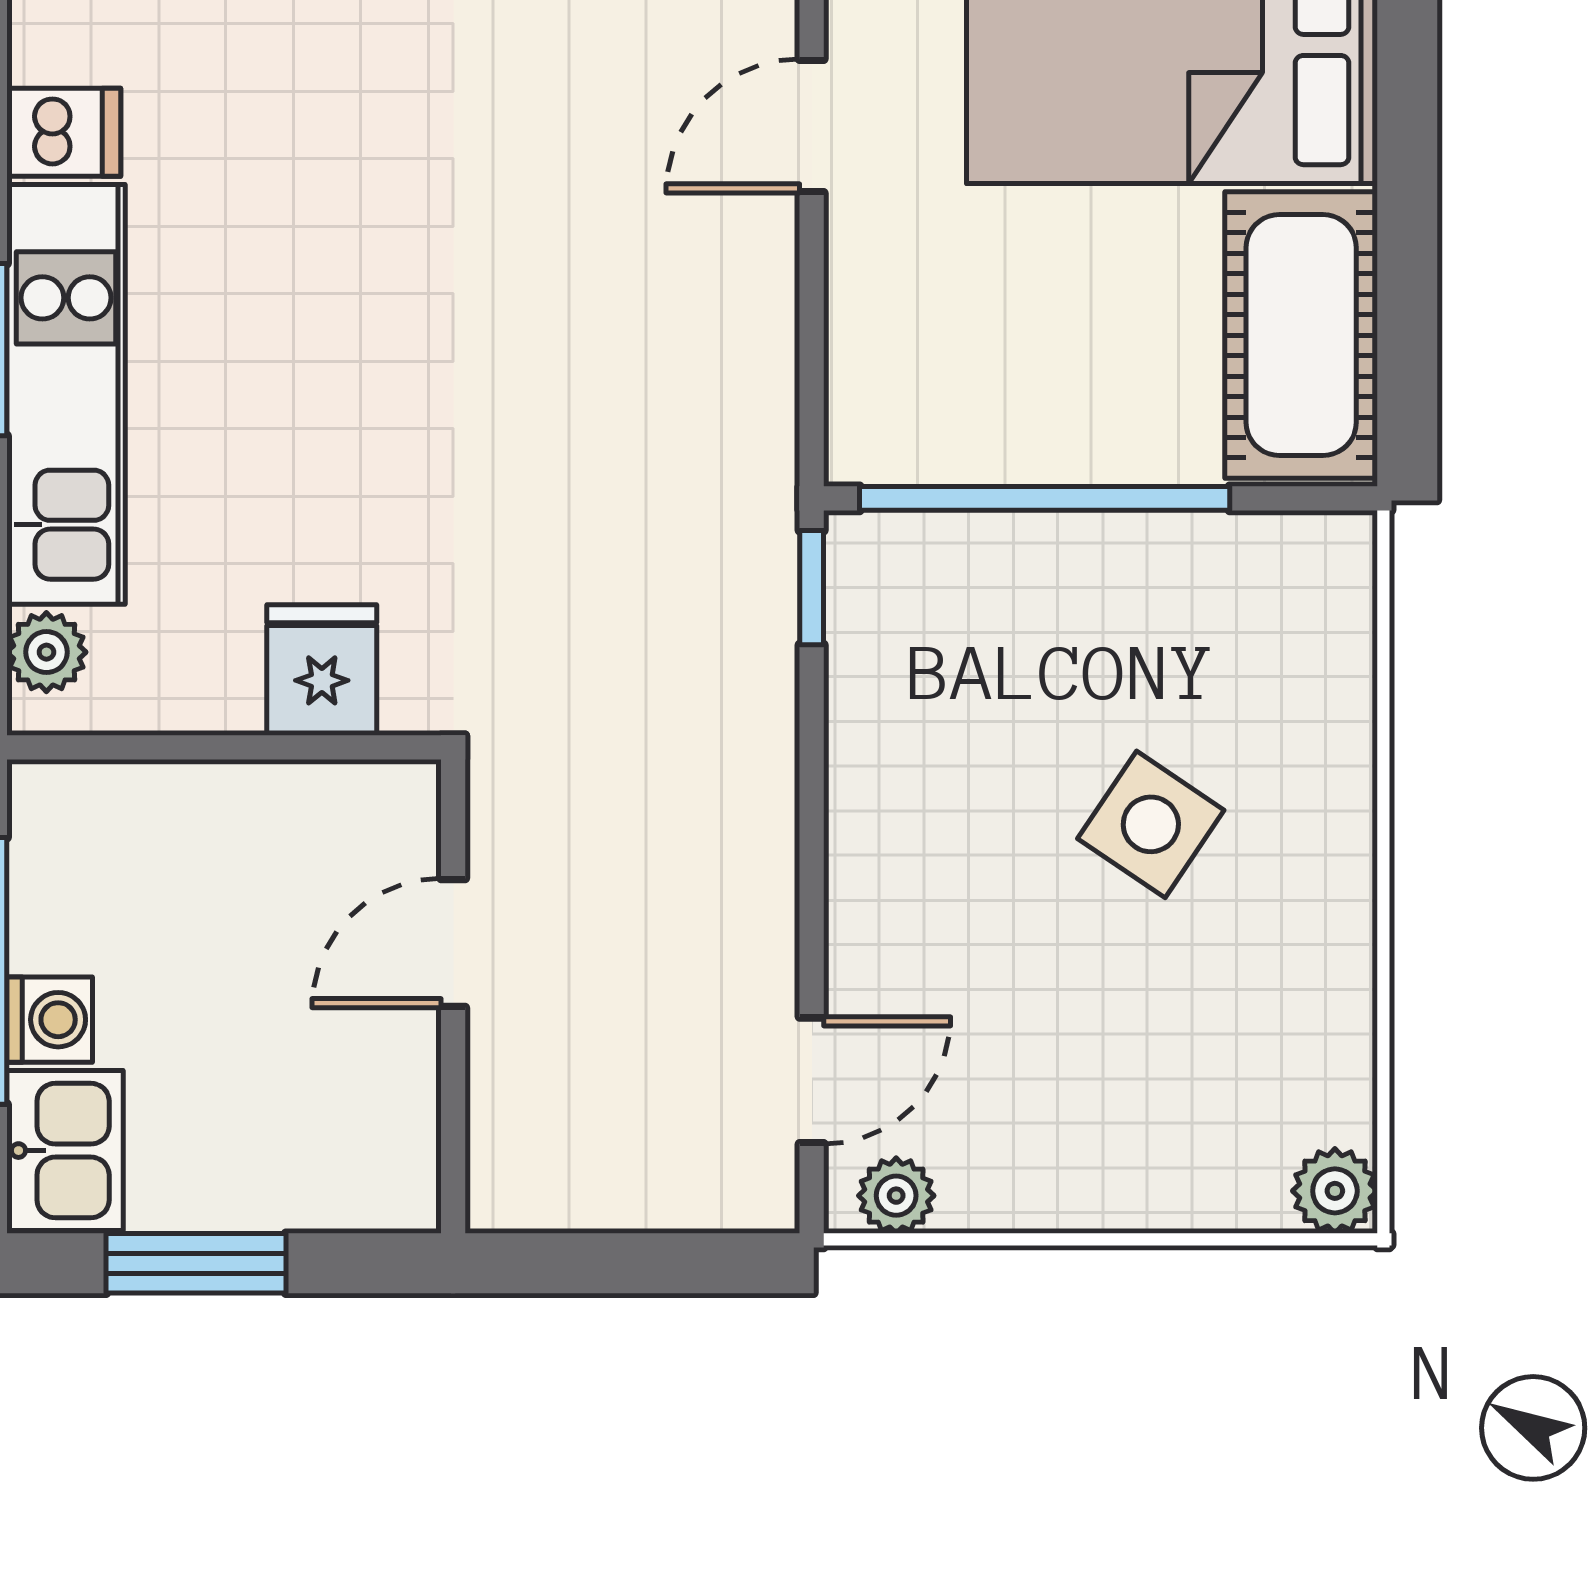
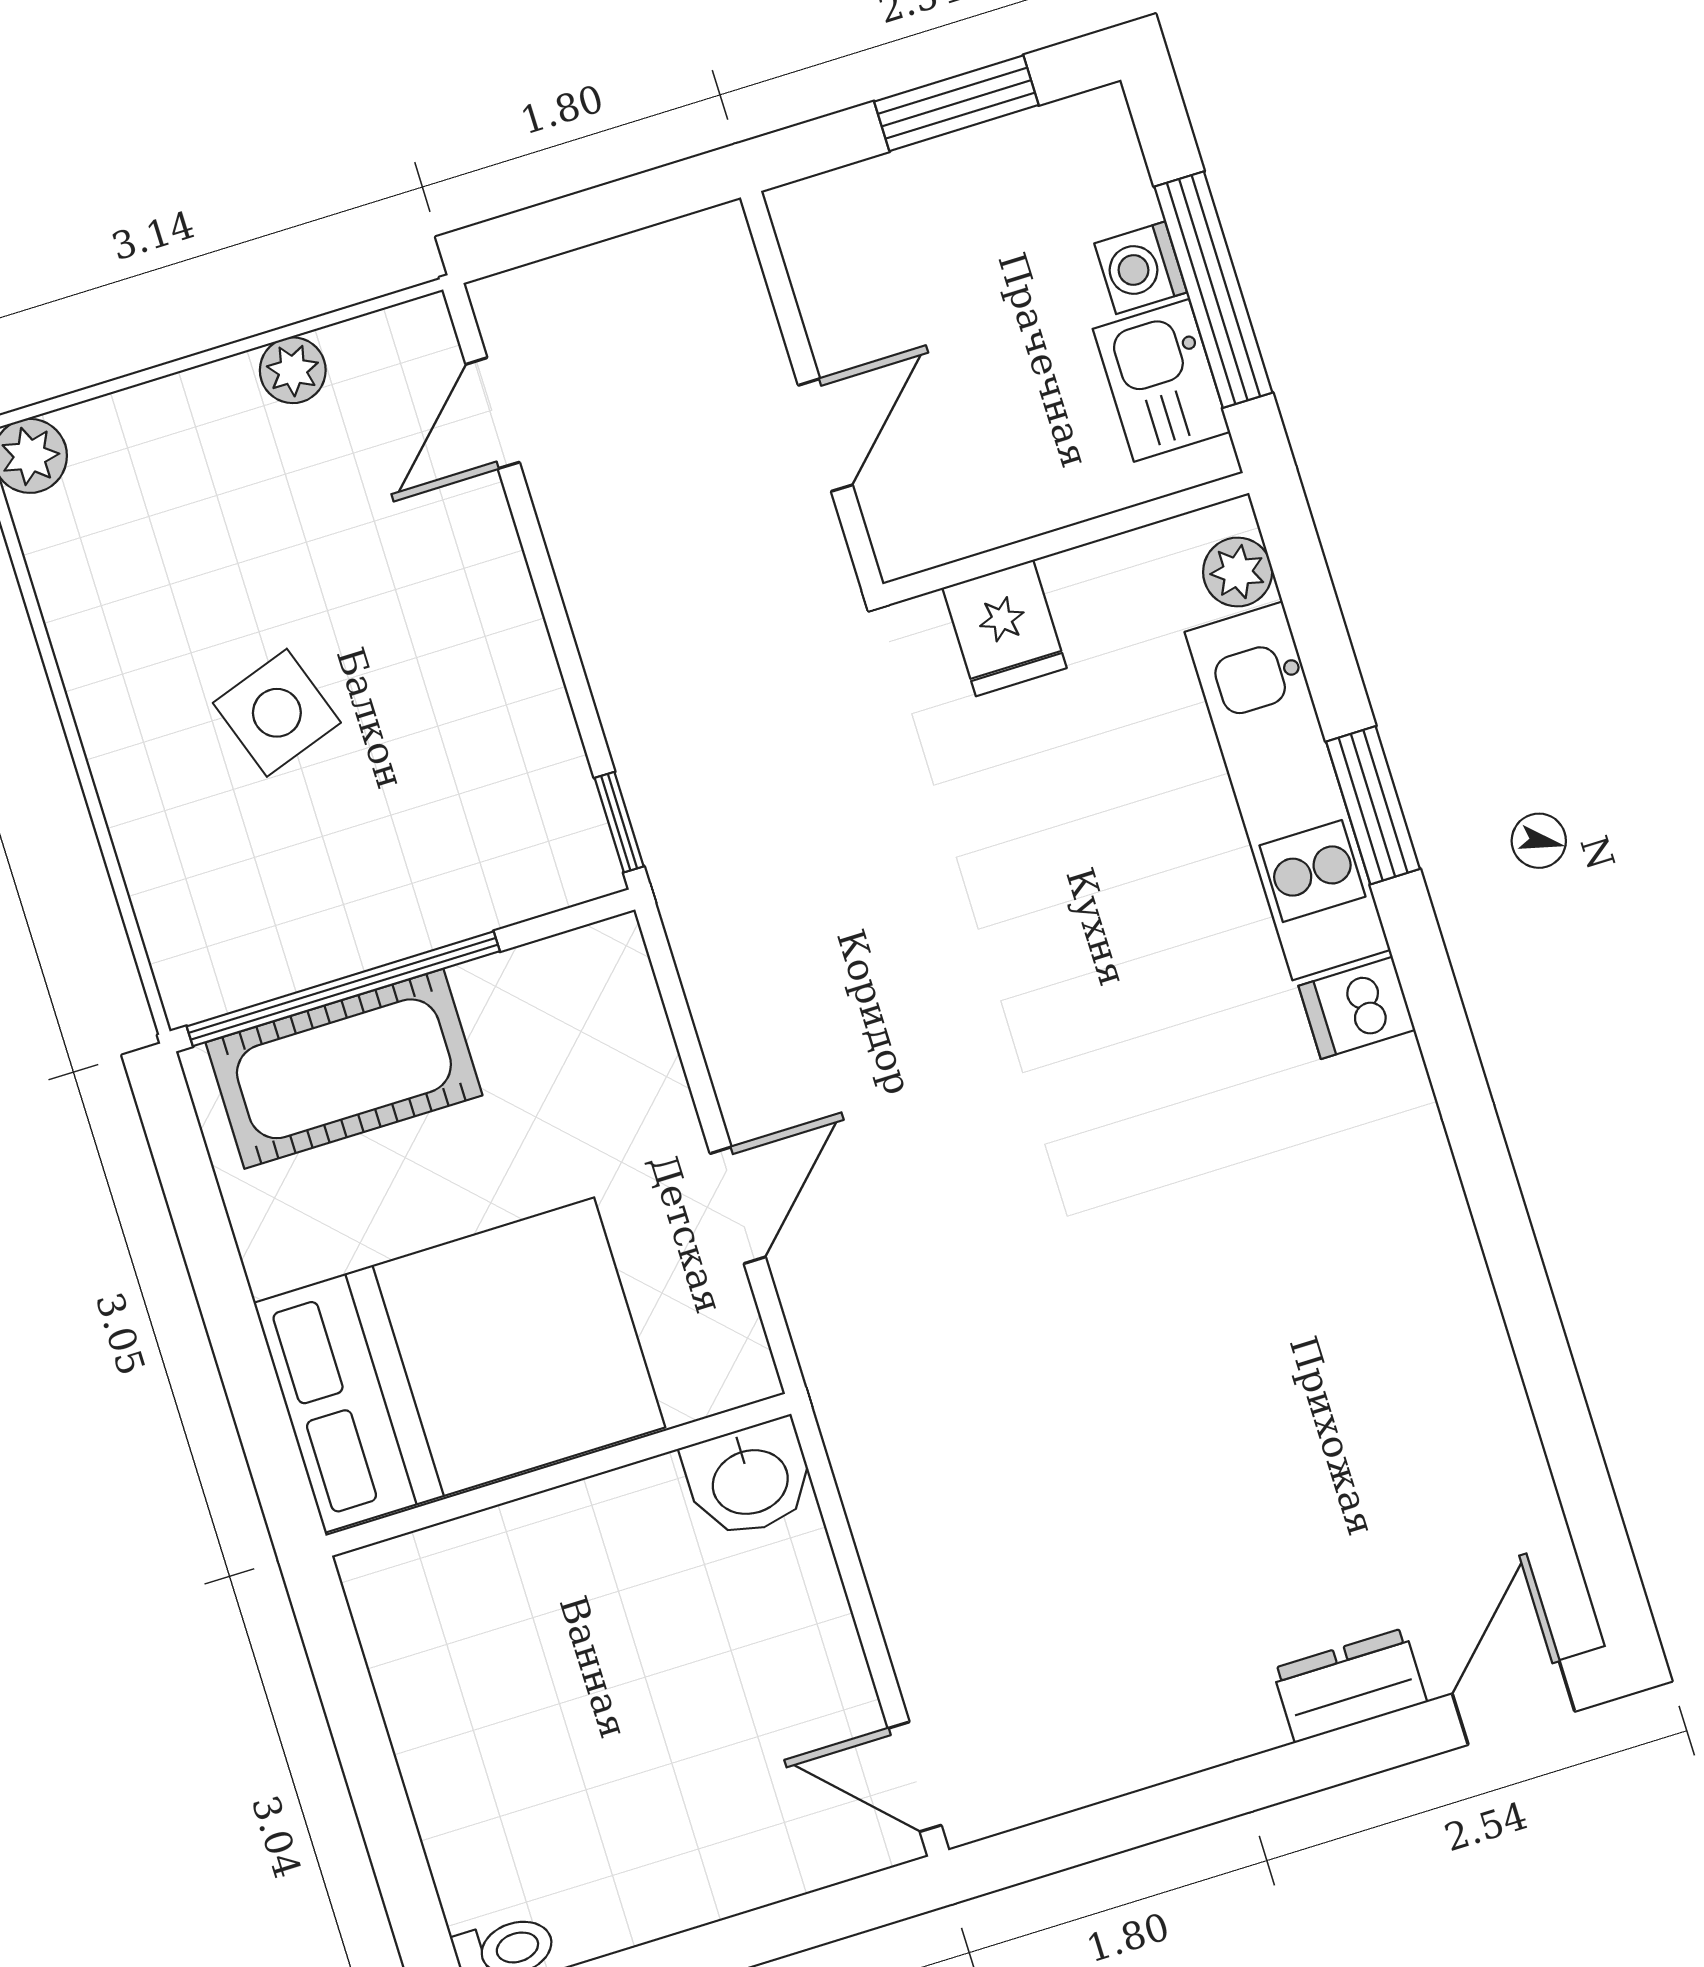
cot: (1301, 335) -> (344, 1069), moved, turned 90
window: (1045, 498) -> (343, 989), moved
side table: (1151, 824) -> (277, 713), turned 37
kitchen sink: (65, 1151) -> (1161, 380), moved
plant: (896, 1196) -> (293, 370), moved

